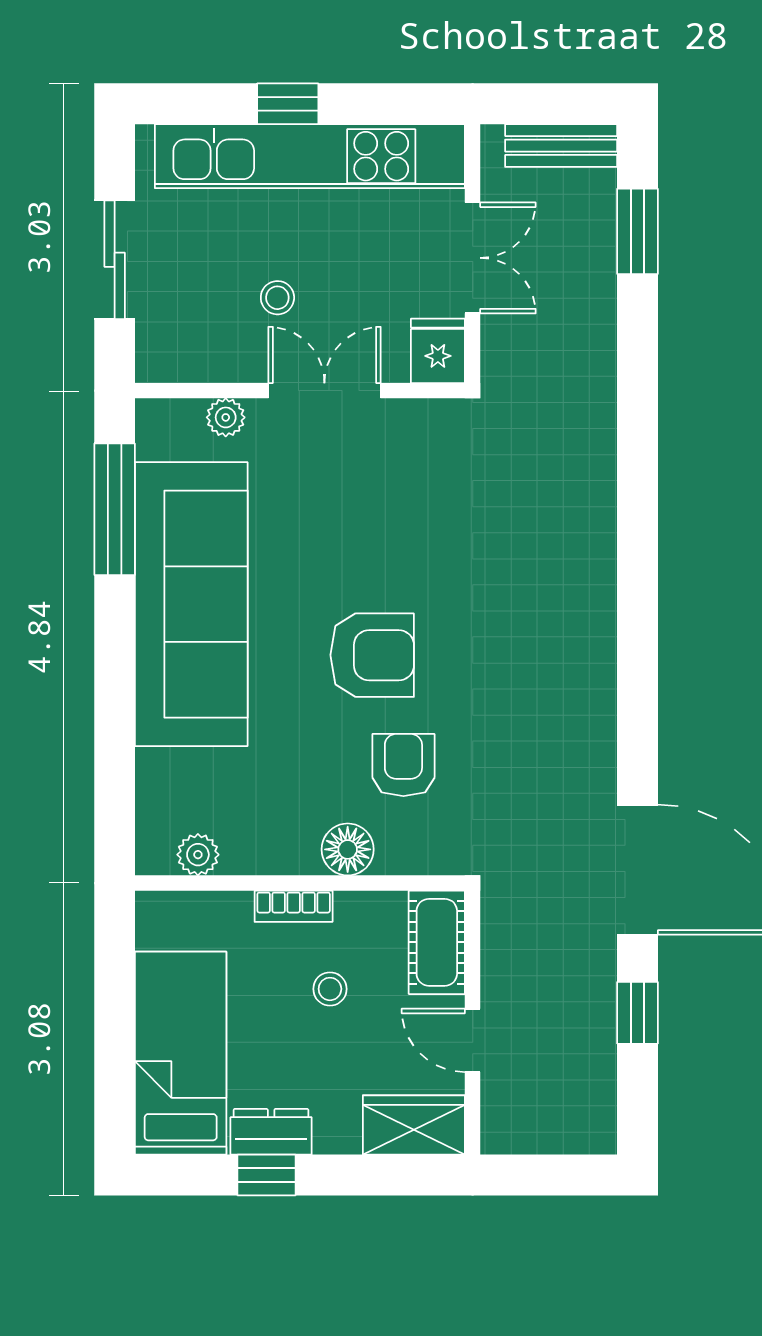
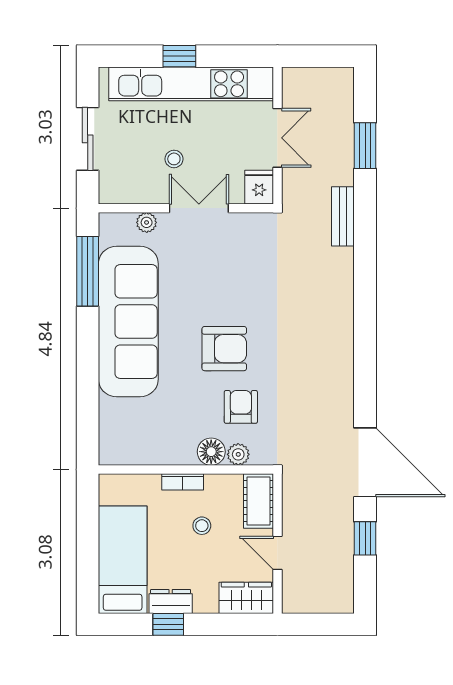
bench: (561, 146) -> (343, 216), moved, turned 90
window: (638, 231) -> (365, 146), moved
plant: (198, 855) -> (238, 454), moved

